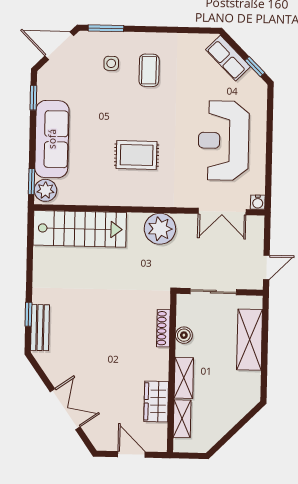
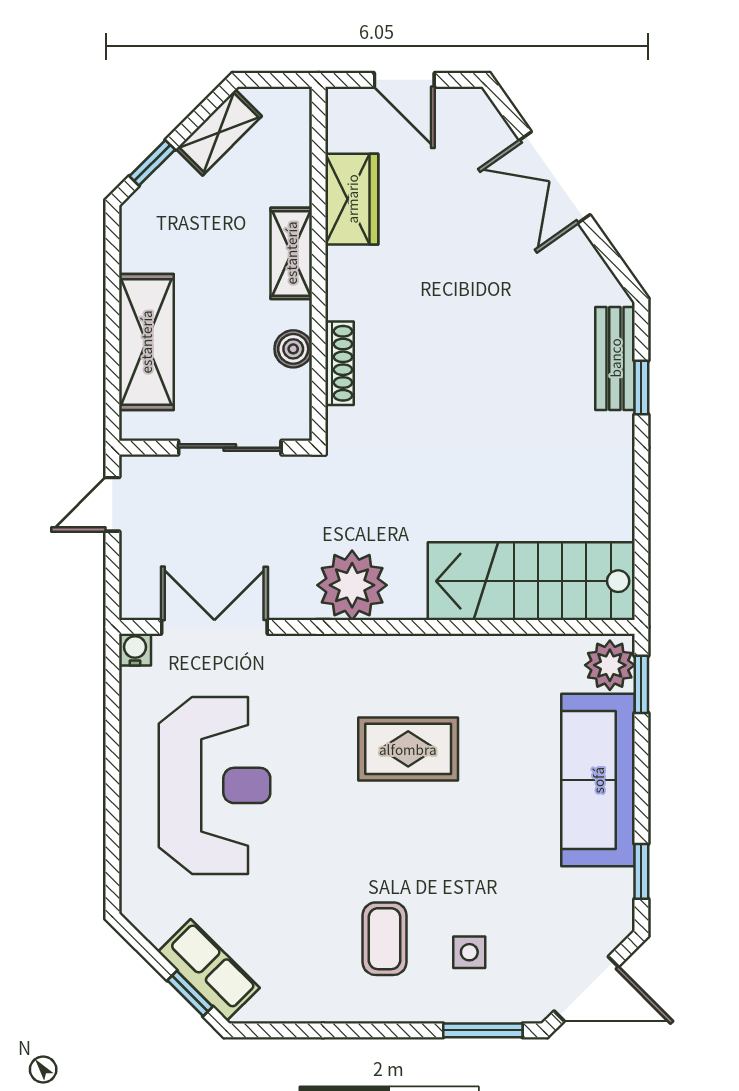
window: (255, 67) -> (190, 994), moved
shelving: (182, 419) -> (219, 132), moved, turned 45
window: (245, 420) -> (152, 163), added

